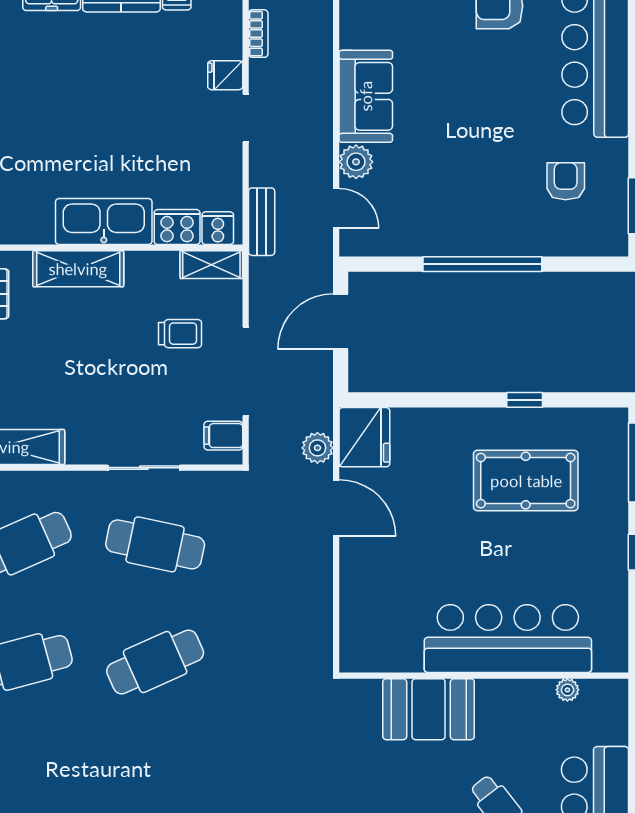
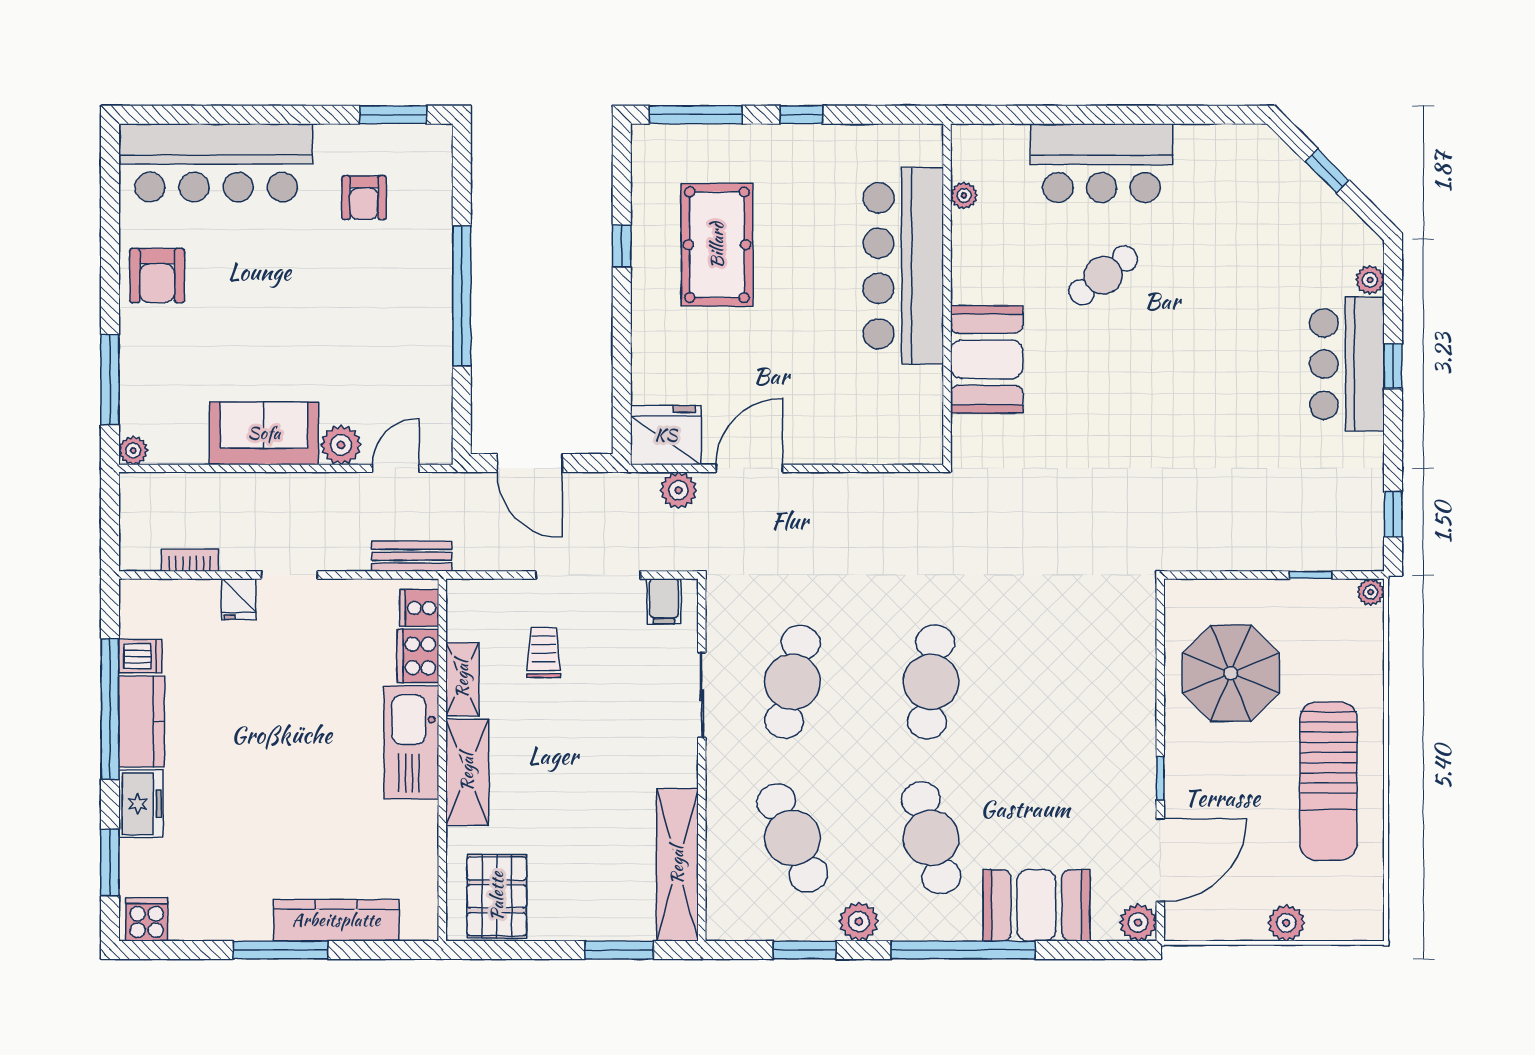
armchair: (566, 181) -> (364, 198), turned -90
shelving: (211, 265) -> (462, 679), moved
cafe table: (155, 662) -> (931, 682), turned 30

